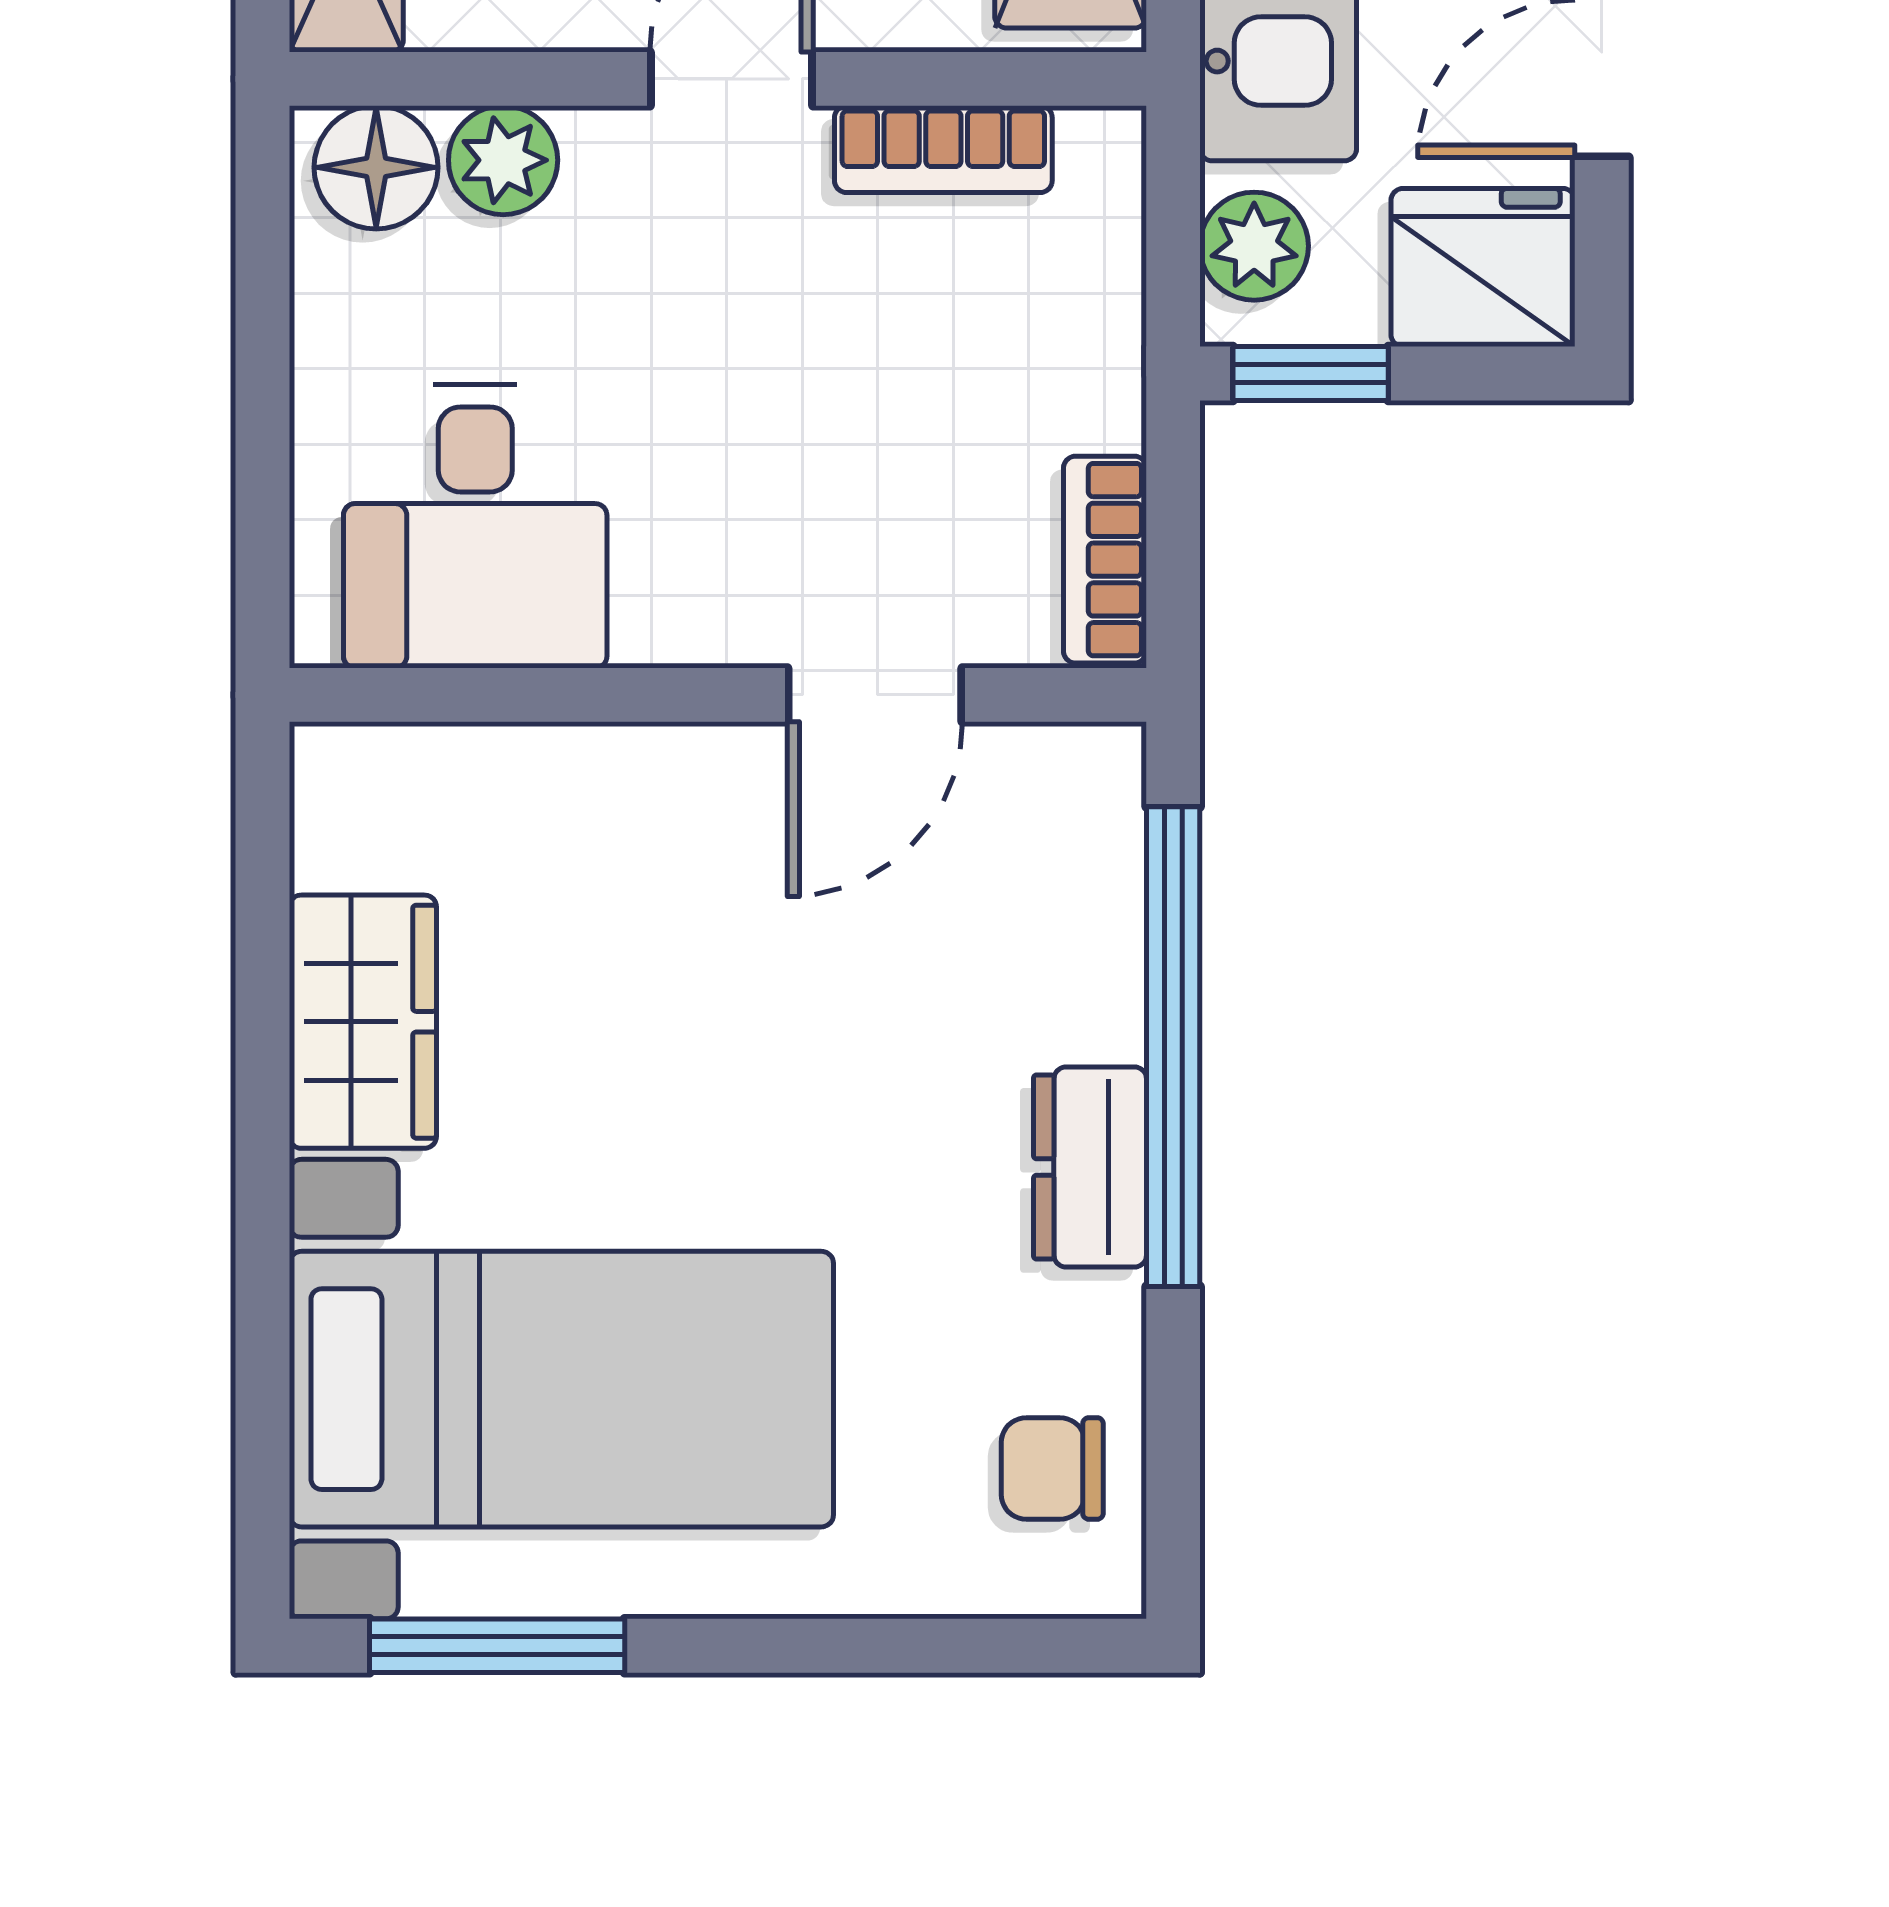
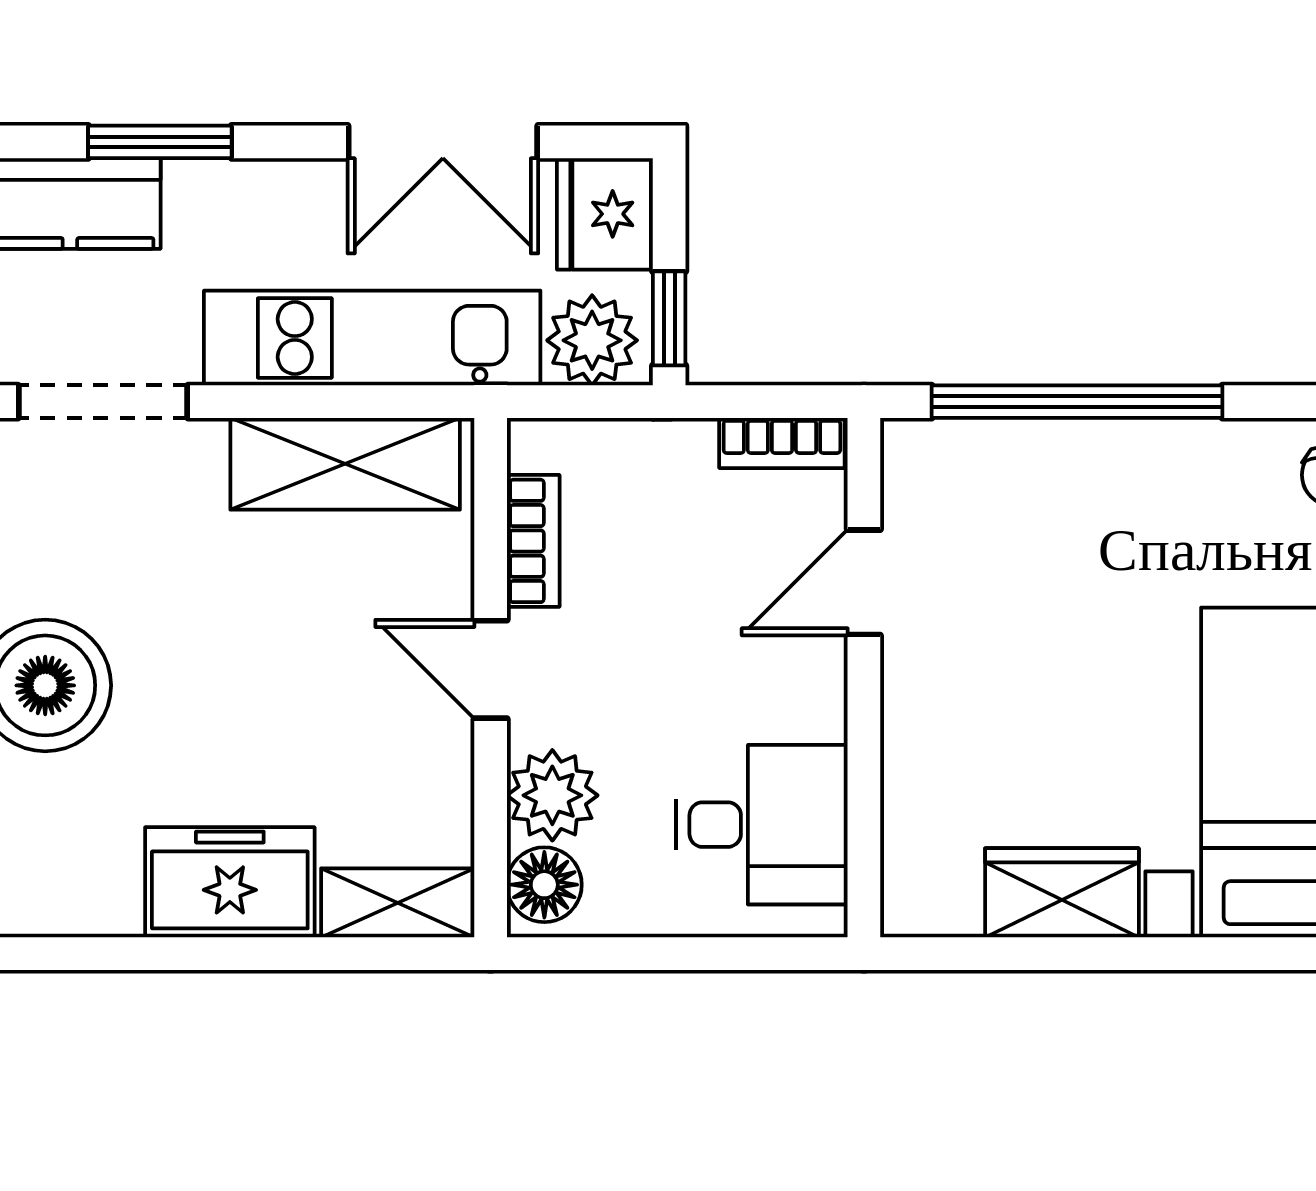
plant: (503, 160) -> (552, 795), width x1.38, depth x1.38
plant: (1254, 246) -> (592, 340), width x1.38, depth x1.38
door: (875, 695) -> (864, 582), swing flipped
dresser: (1090, 1167) -> (1150, 452), removed

